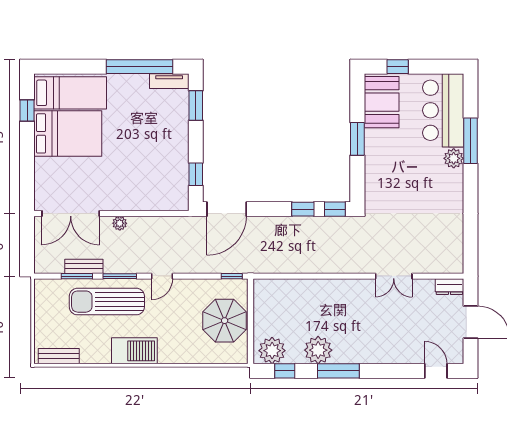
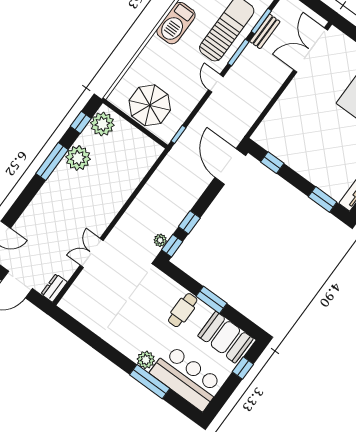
cafe table: (385, 158) -> (183, 310), added
plant: (120, 223) -> (160, 240), moved

